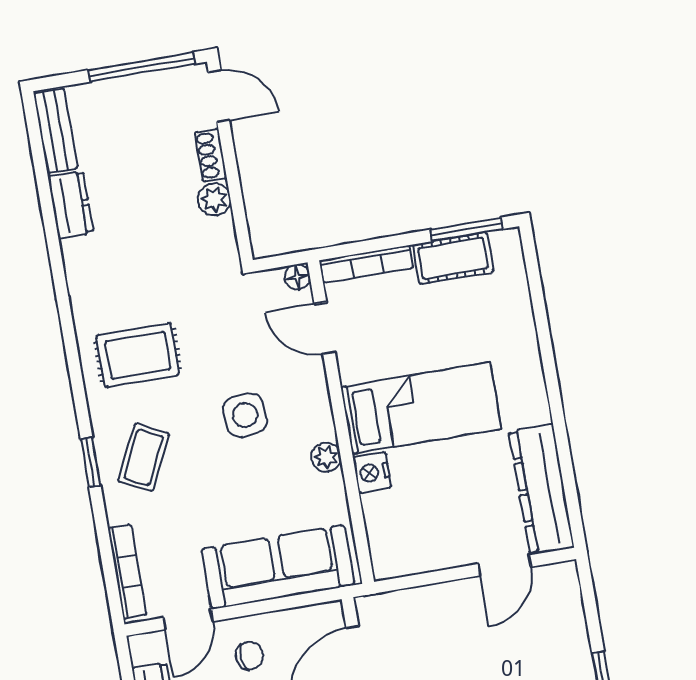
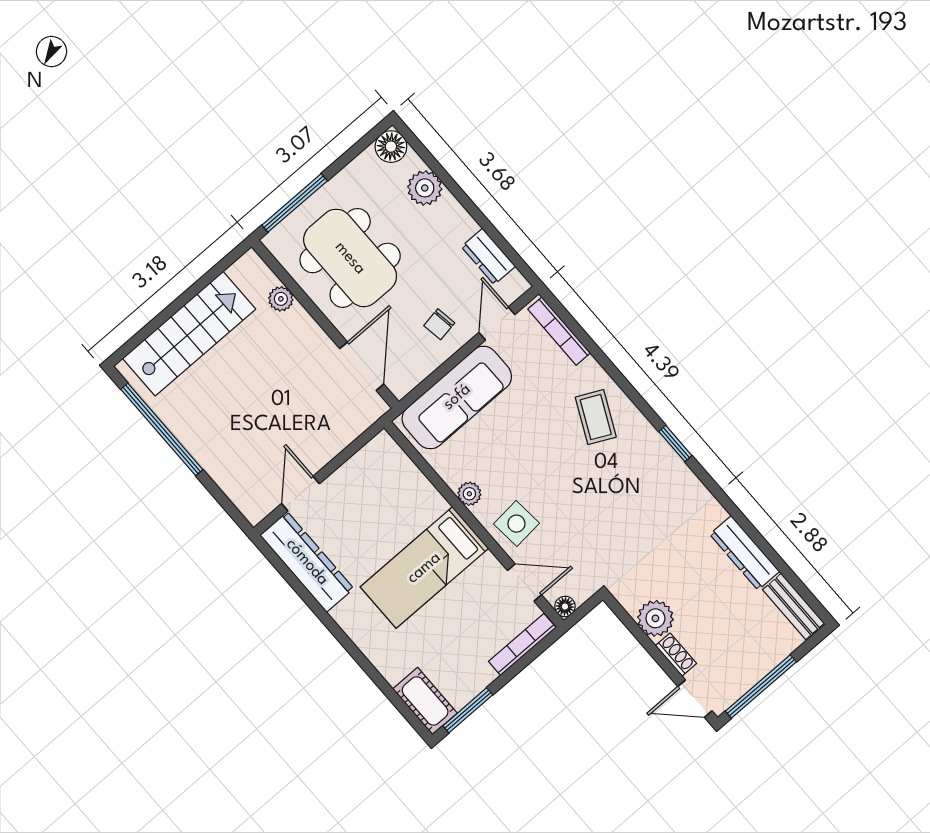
plant: (214, 199) -> (655, 618), width x1.38, depth x1.38
dresser: (71, 205) -> (745, 553), width x1.44
cot: (453, 258) -> (425, 701), moved, turned 90
rug: (138, 355) -> (643, 485), removed
side table: (245, 415) -> (516, 524), moved
window: (91, 462) -> (675, 444), moved
nightstand: (372, 472) -> (431, 503), removed

